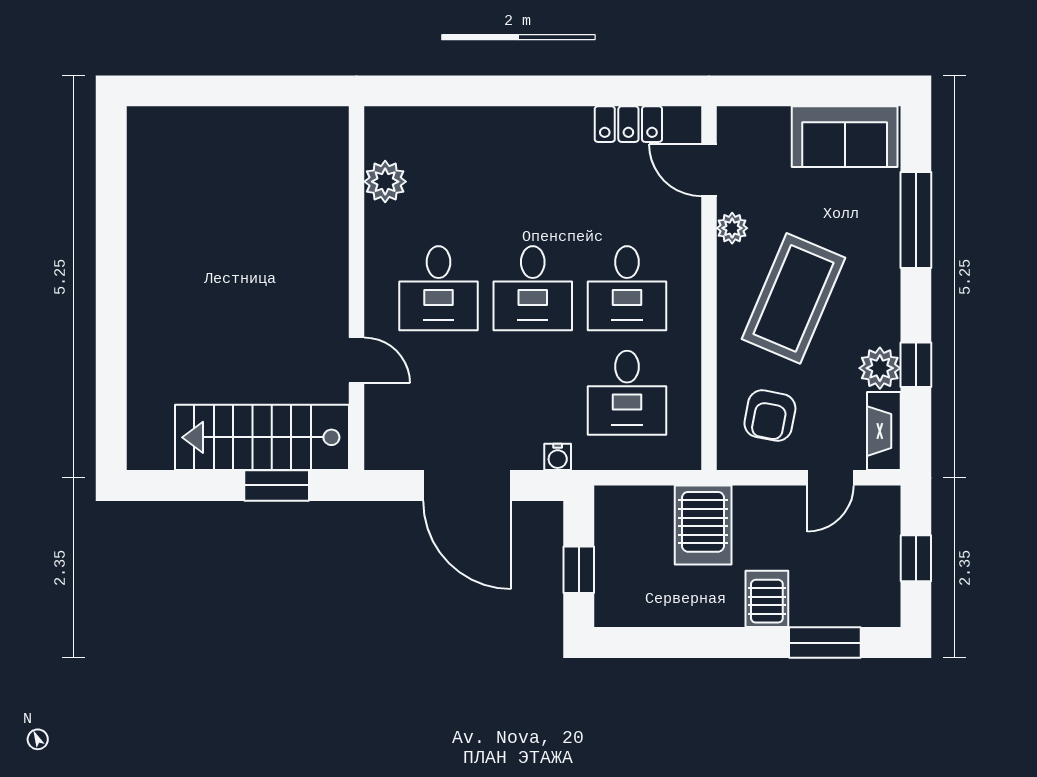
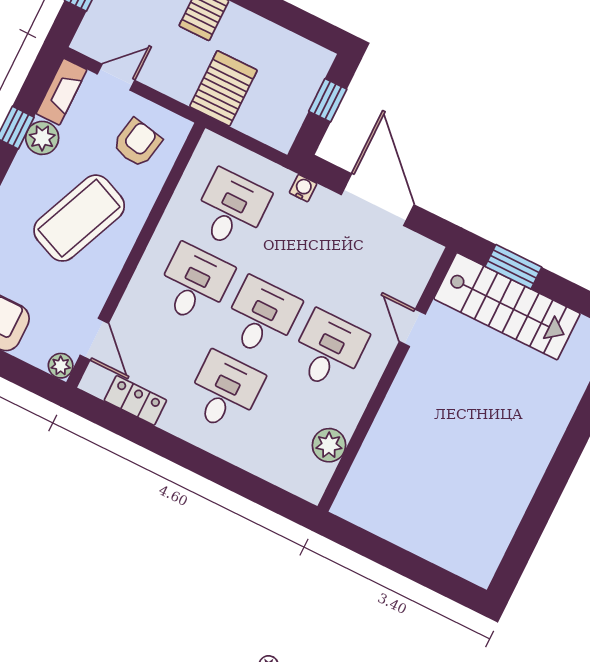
desk: (533, 184) -> (225, 392), added
plant: (732, 228) -> (61, 366), moved

